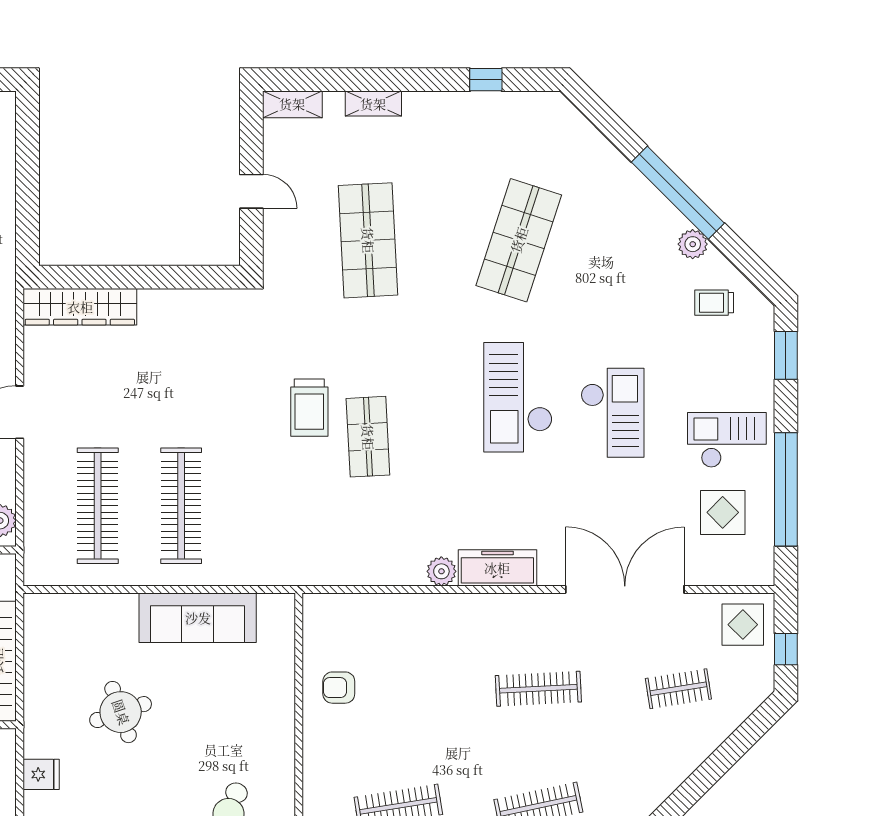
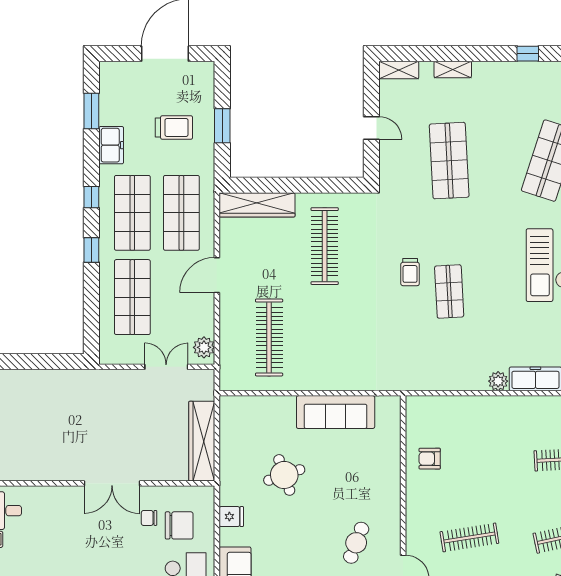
window: (28, 188) -> (222, 126), added
trolley: (309, 408) -> (410, 272), width x0.73, depth x0.72
clothes rail: (181, 506) -> (325, 246), moved

